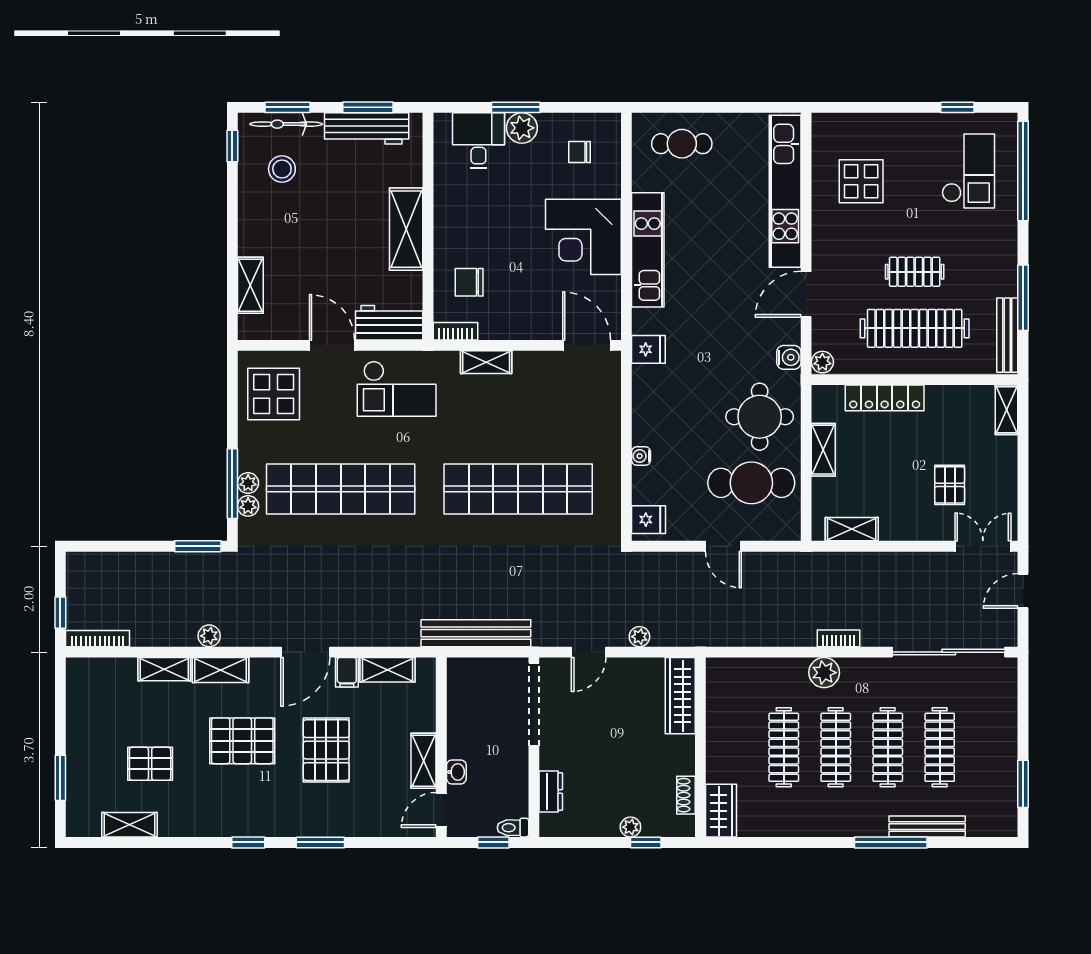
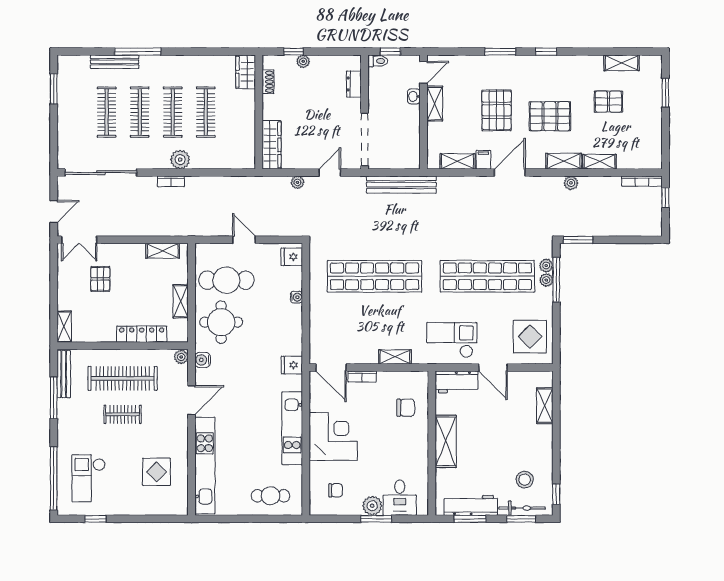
bookcase: (455, 331) -> (362, 377), moved

